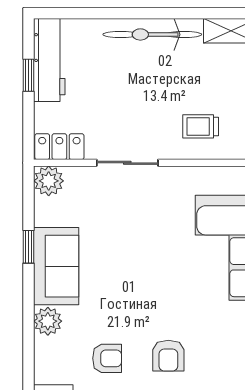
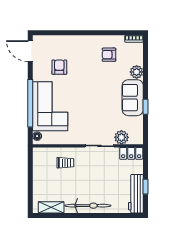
plant: (49, 181) -> (121, 137), moved
armchair: (168, 356) -> (59, 67), moved

